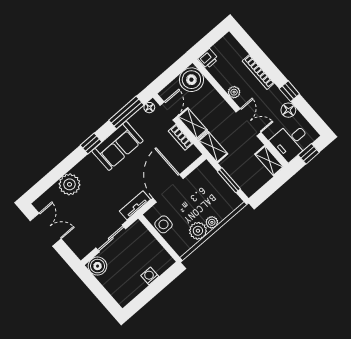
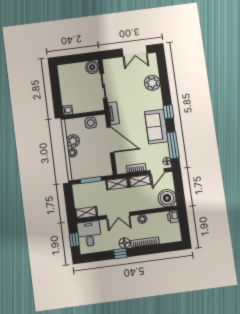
floor lamp: (288, 110) -> (125, 243), moved
door: (168, 111) -> (157, 171), hinge flipped
washing machine: (150, 276) -> (67, 110), moved

